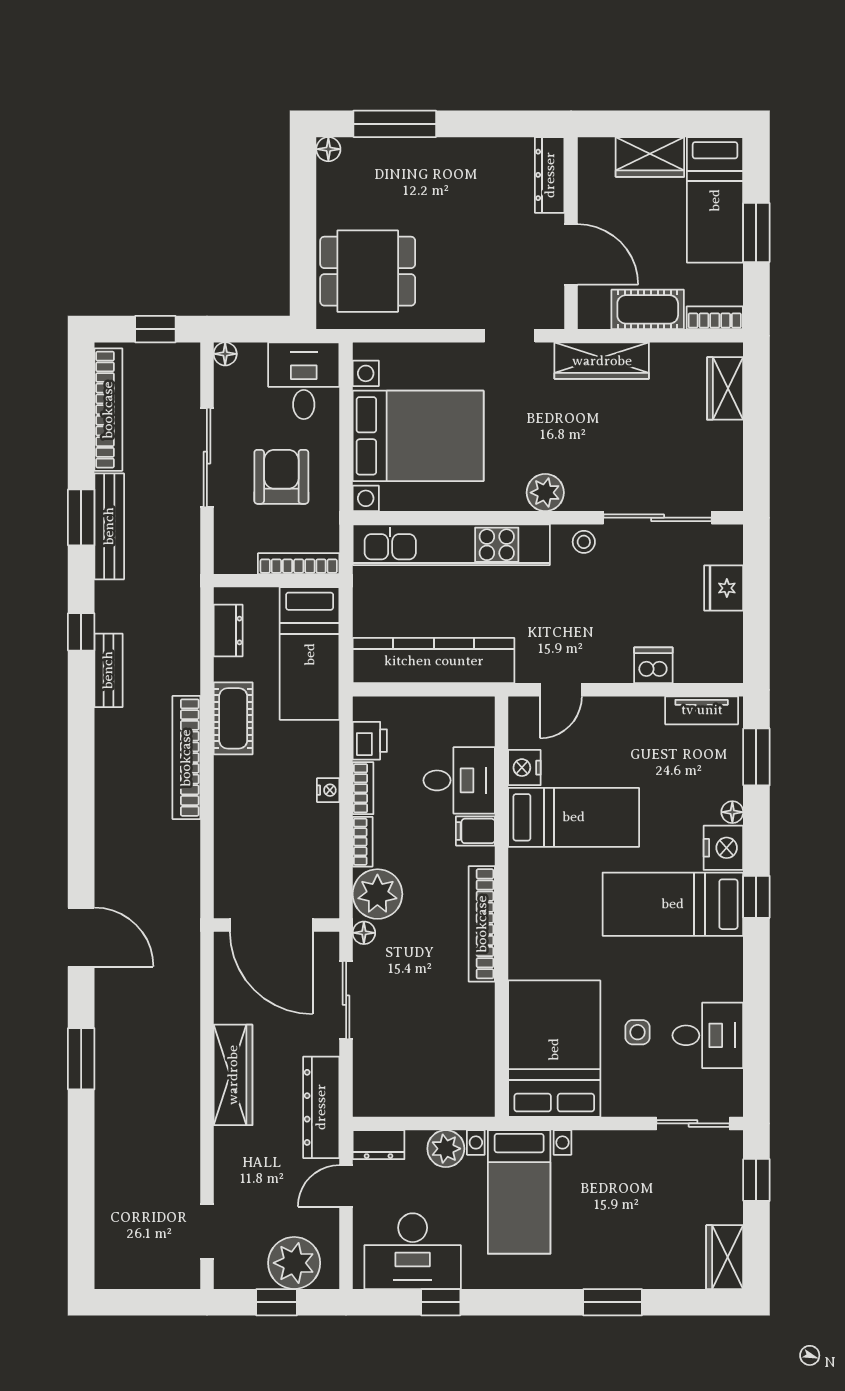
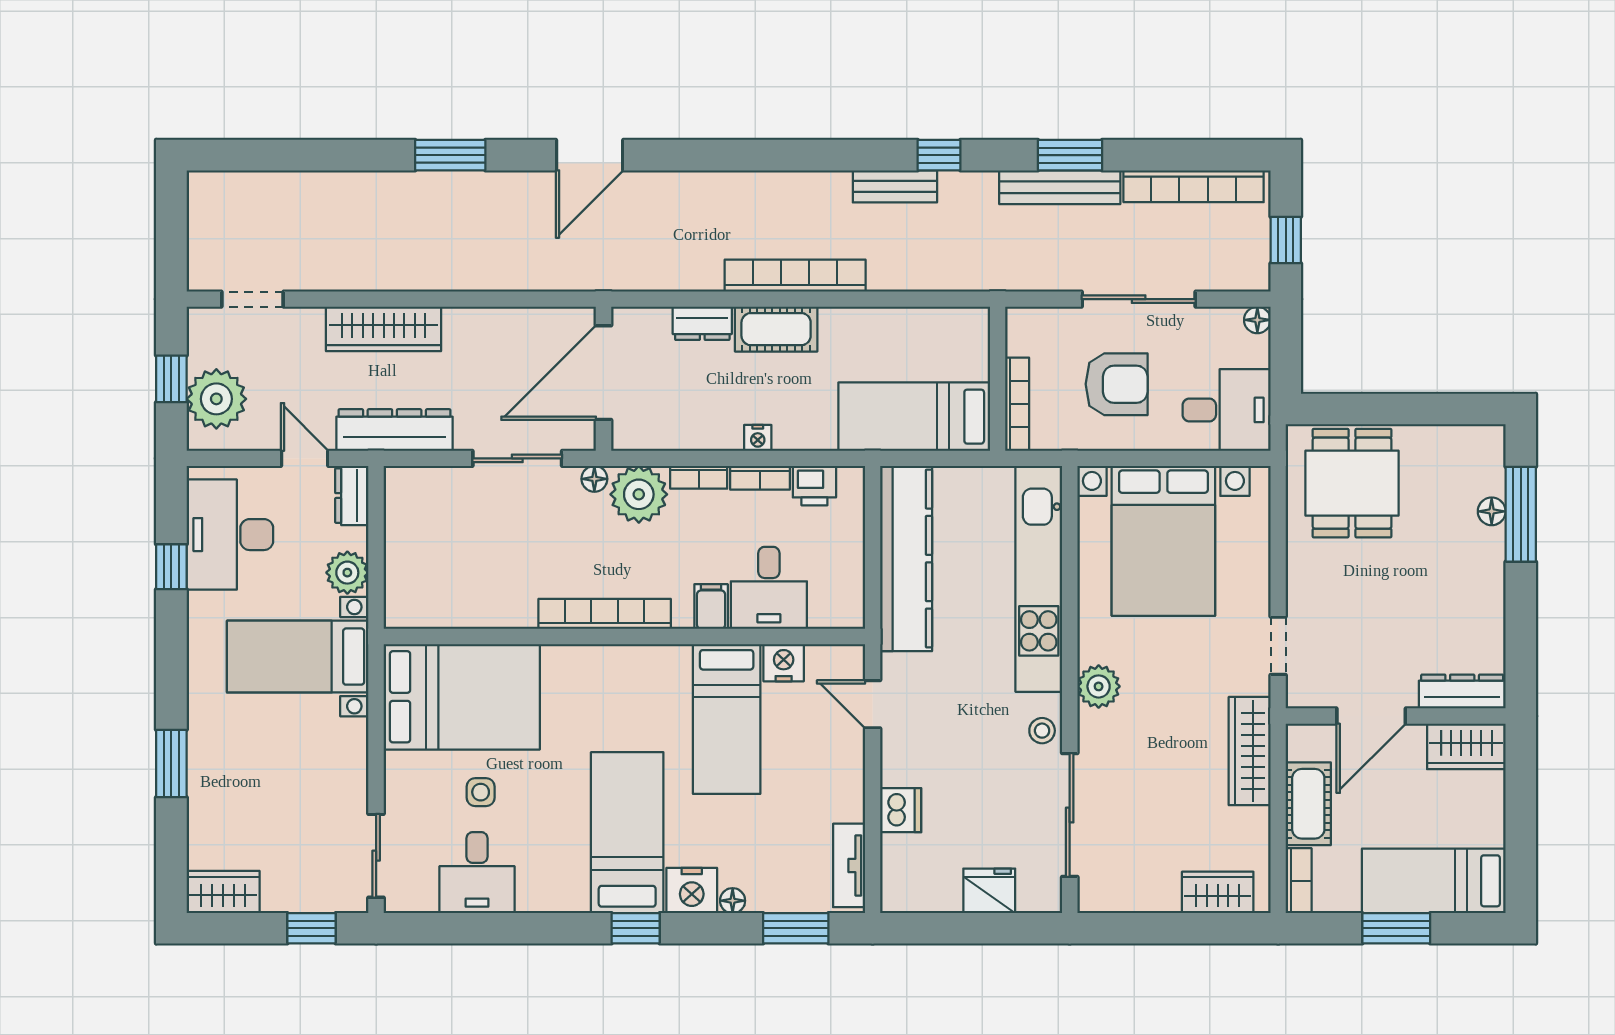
floor lamp: (328, 149) -> (1492, 511), moved
wardrobe: (650, 157) -> (1466, 746), moved, turned -90
dresser: (228, 630) -> (702, 323), moved
cot: (233, 718) -> (776, 329), moved
wardrobe: (233, 1075) -> (384, 329), moved

